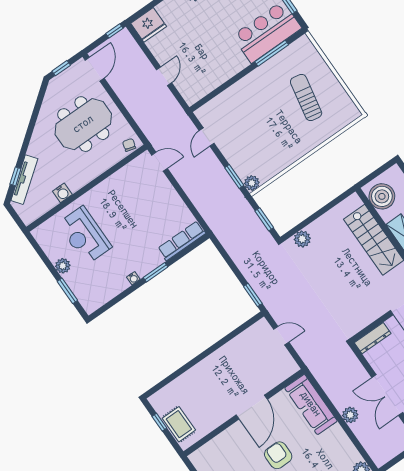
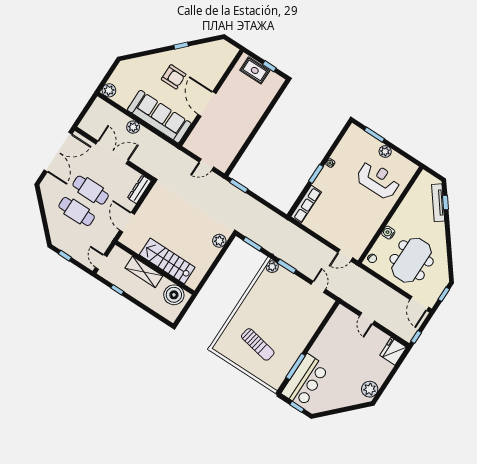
water cooler: (62, 193) -> (388, 233), moved
sofa: (311, 404) -> (159, 117), width x1.36, depth x1.27

